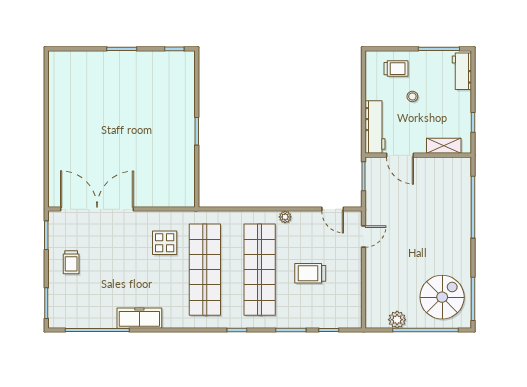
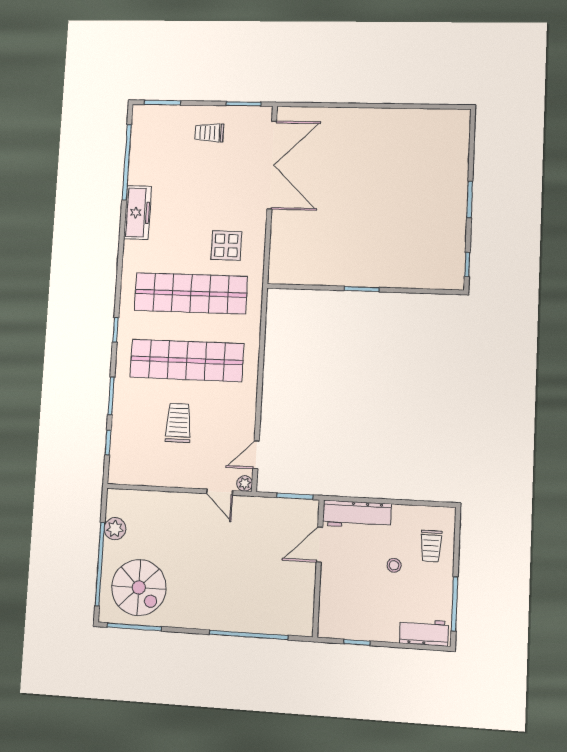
shelving: (444, 146) -> (329, 602), removed
plant: (285, 217) -> (245, 484), moved

